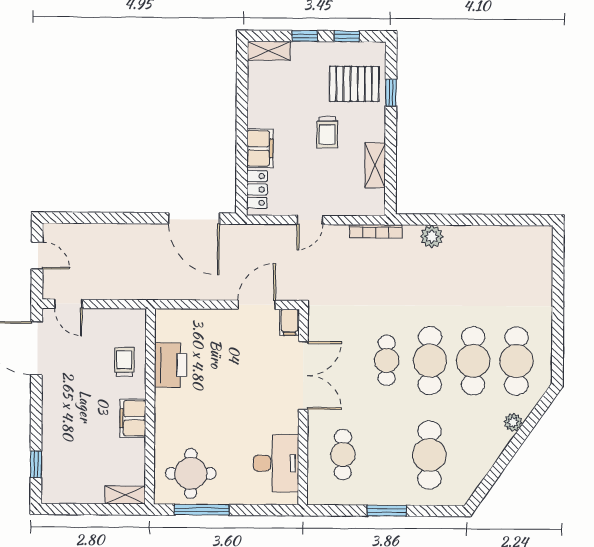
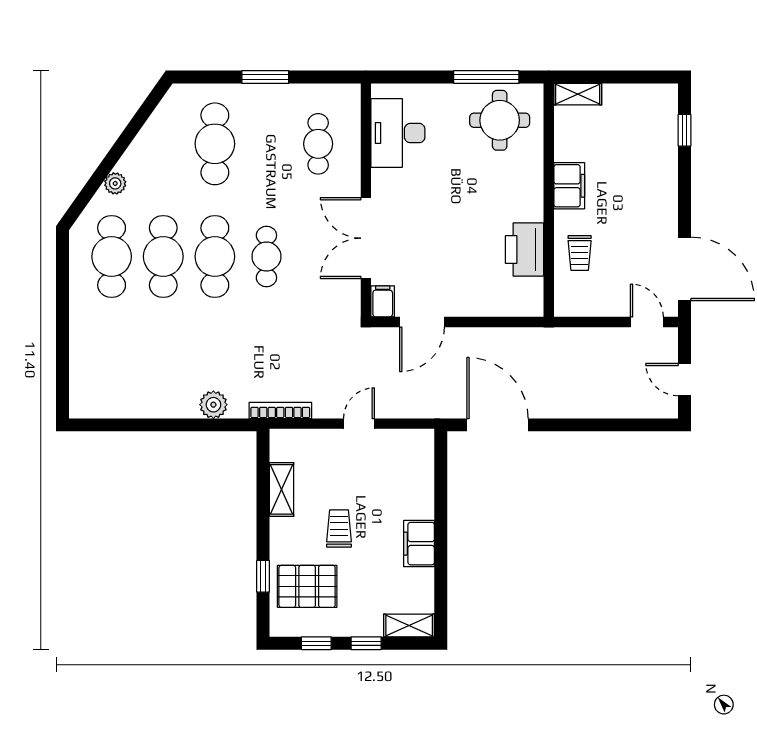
filing cabinet: (260, 148) -> (419, 544), moved
locker: (257, 189) -> (422, 460), removed

